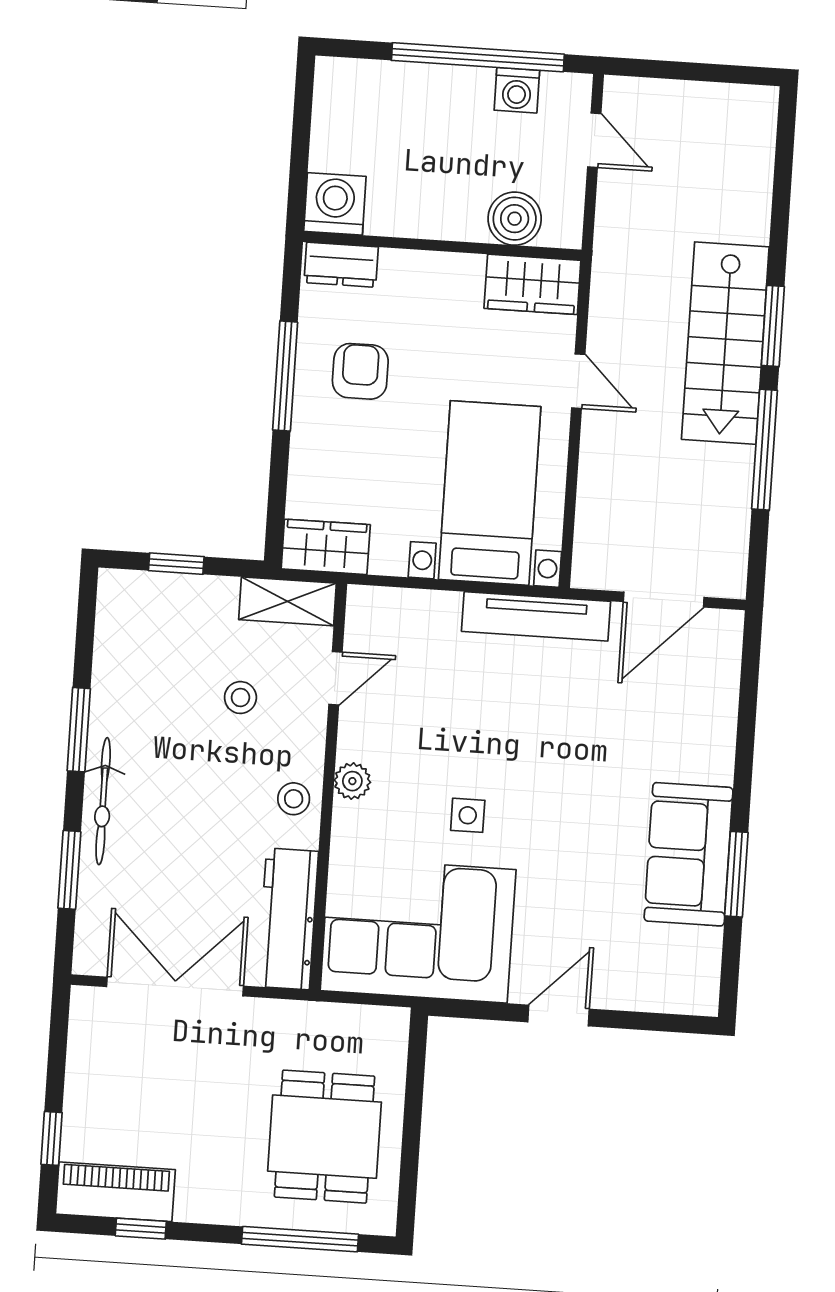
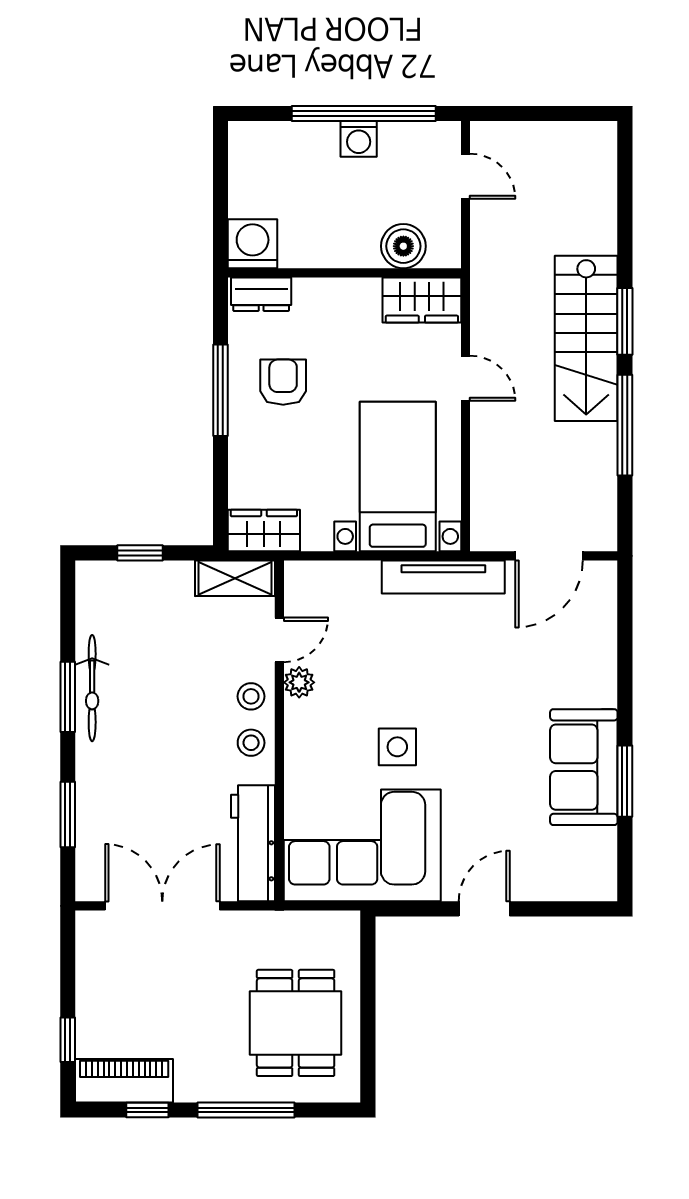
washing machine: (517, 90) -> (359, 139), moved
stool: (240, 698) -> (251, 696), moved
plant: (352, 781) -> (299, 682), moved
bicycle: (103, 801) -> (92, 688), moved
side table: (468, 815) -> (397, 747), width x1.37, depth x1.37
window: (300, 1239) -> (246, 1110), moved

